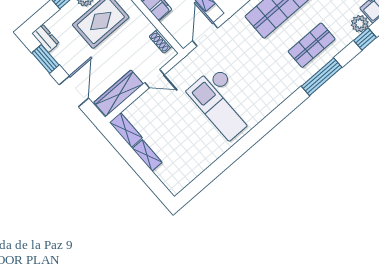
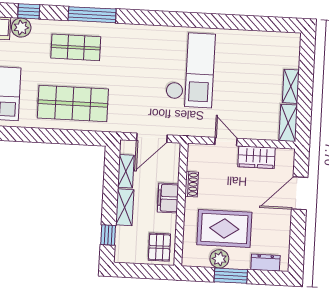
dresser: (46, 38) -> (265, 263), moved, turned 90
shoe rack: (161, 41) -> (192, 184), moved
window: (45, 59) -> (297, 241), removed
wardrobe: (119, 93) -> (257, 157), width x0.67

